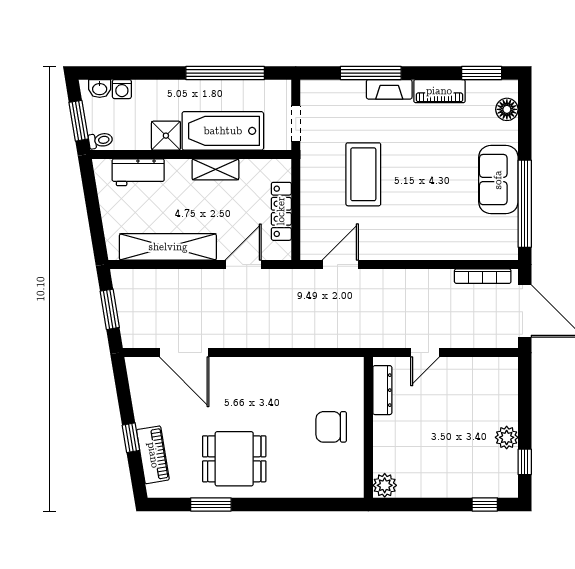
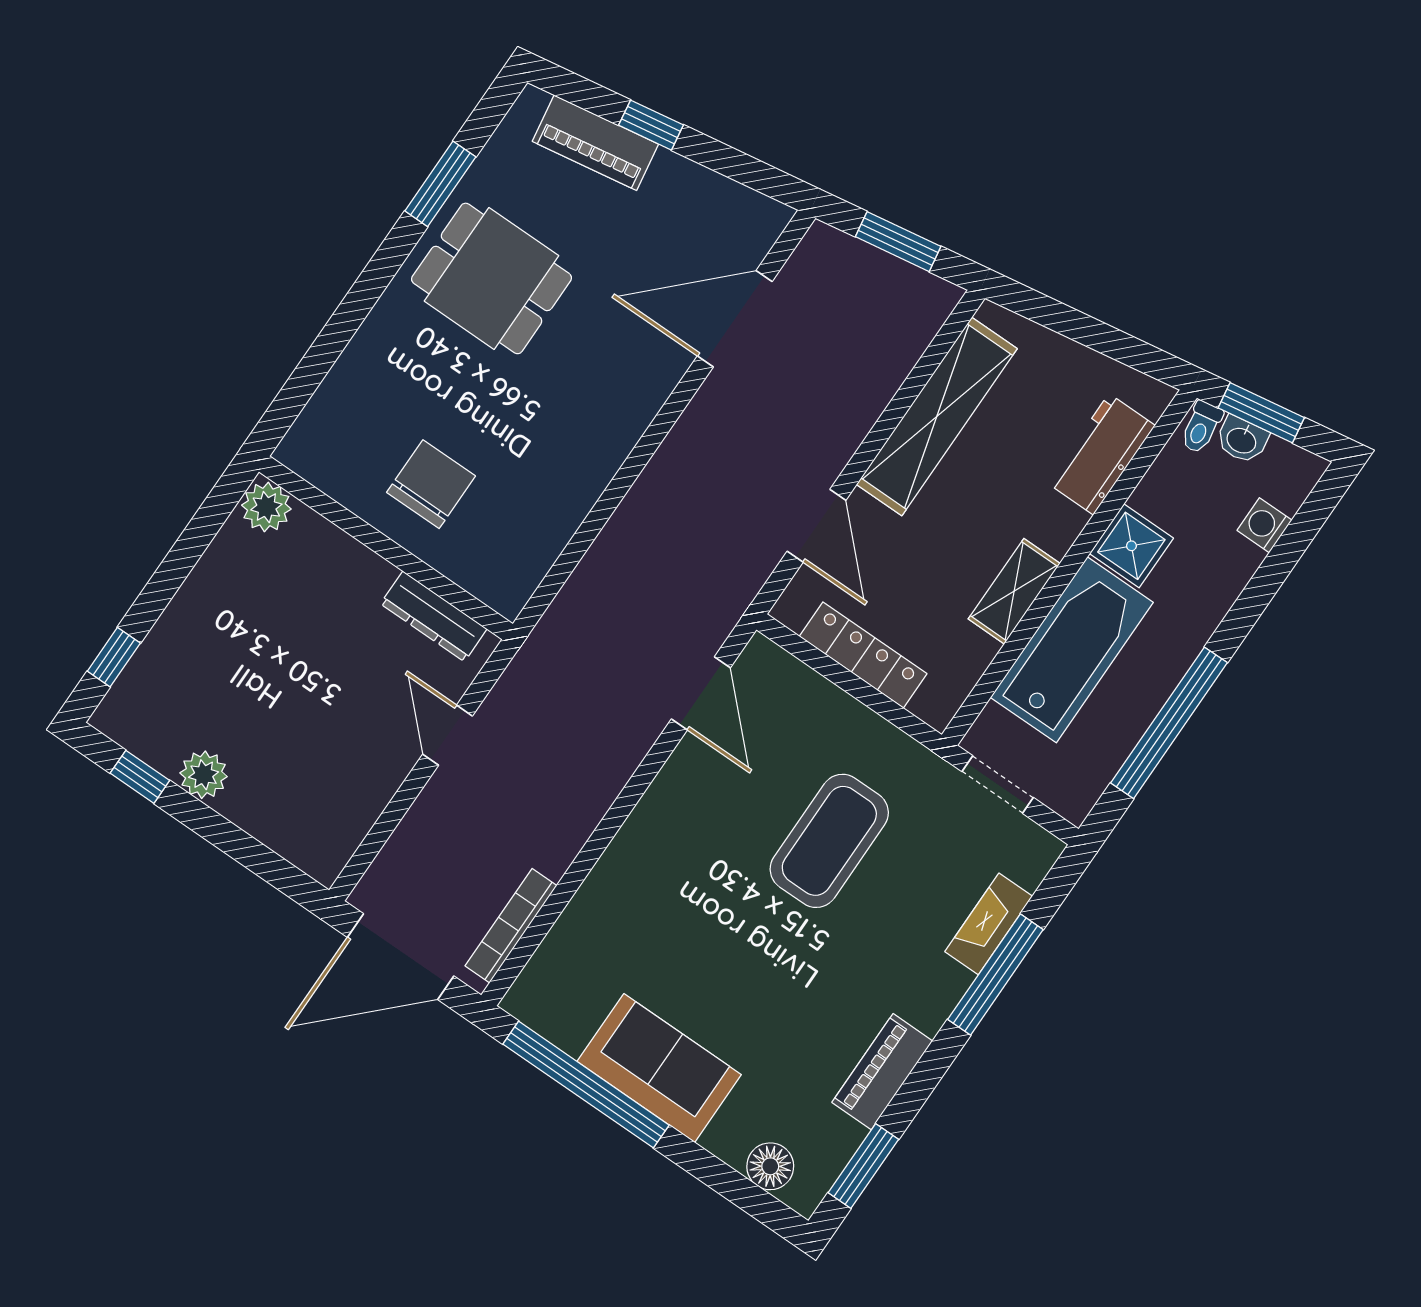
washbasin: (100, 89) -> (1242, 440), moved, turned -99
fireplace: (389, 89) -> (989, 924), moved
coffee table: (363, 174) -> (829, 841), turned 90
dining table: (234, 459) -> (492, 278), turned 90

